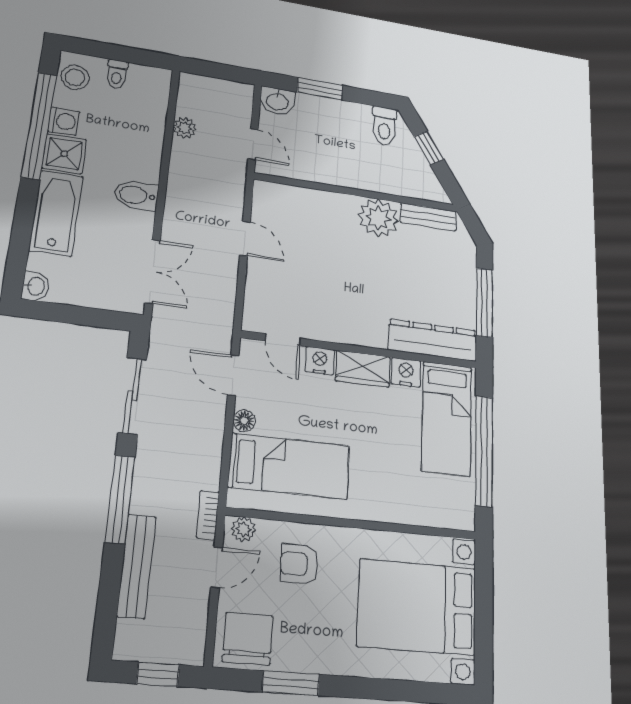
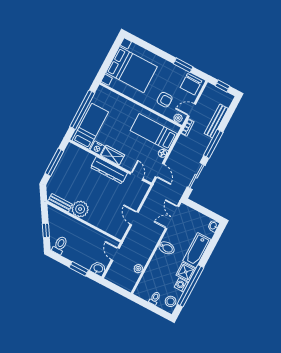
dresser: (433, 340) -> (109, 170), moved
nightstand: (320, 361) -> (127, 164), removed

